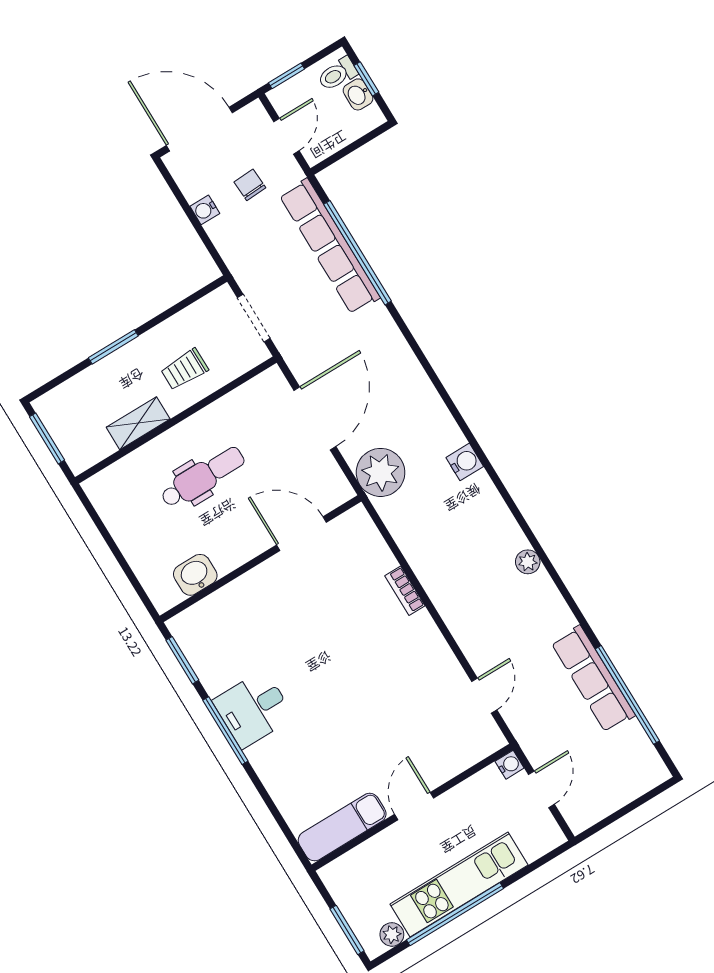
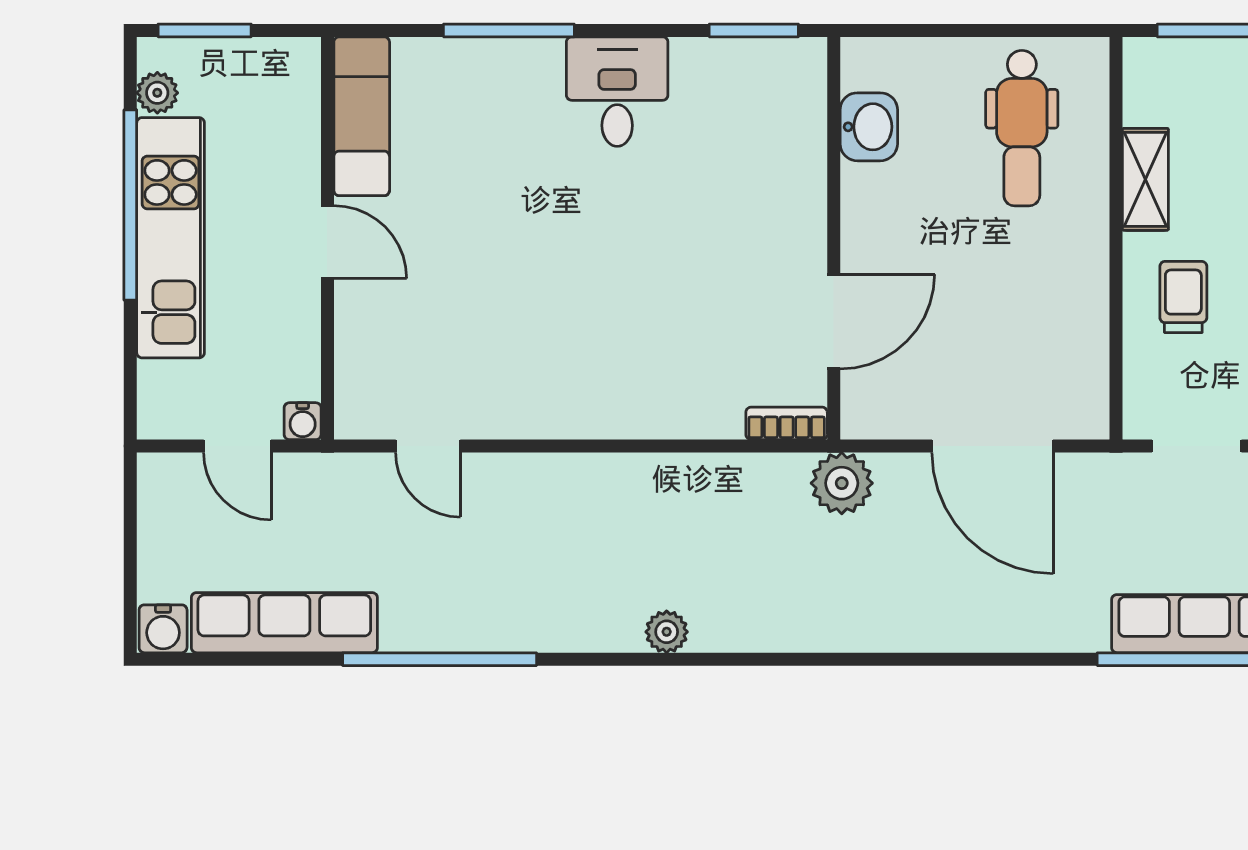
water cooler: (465, 462) -> (163, 629), moved
plant: (381, 472) -> (842, 483), width x0.73, depth x0.73
dental chair: (203, 477) -> (1022, 128), moved
plant: (528, 562) -> (667, 632), moved
bookcase: (405, 591) -> (787, 423), moved
row of seats: (593, 679) -> (284, 623), moved
window: (627, 695) -> (440, 659), moved
window: (225, 731) -> (509, 30), moved

